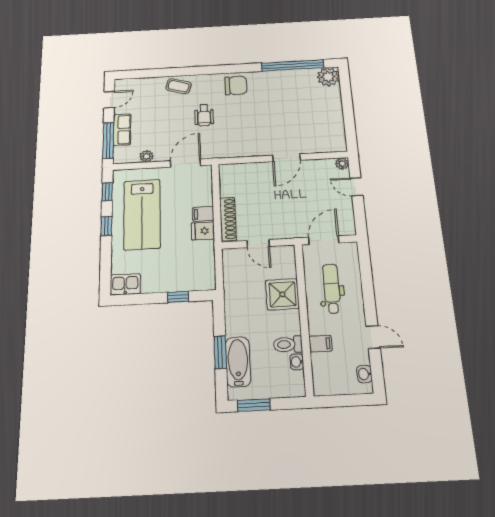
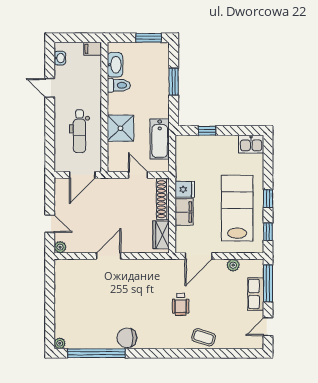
plant: (328, 77) -> (60, 343), width x0.53, depth x0.53
chair: (236, 85) -> (127, 338), moved
wheelchair: (204, 115) -> (181, 304), turned 180
wardrobe: (228, 182) -> (161, 235), added
filing cabinet: (203, 214) -> (184, 212), width x2.00
filing cabinet: (320, 344) -> (93, 49), moved
bathtub: (238, 362) -> (160, 139), moved
washbasin: (297, 362) -> (115, 65), width x1.91, depth x1.45

